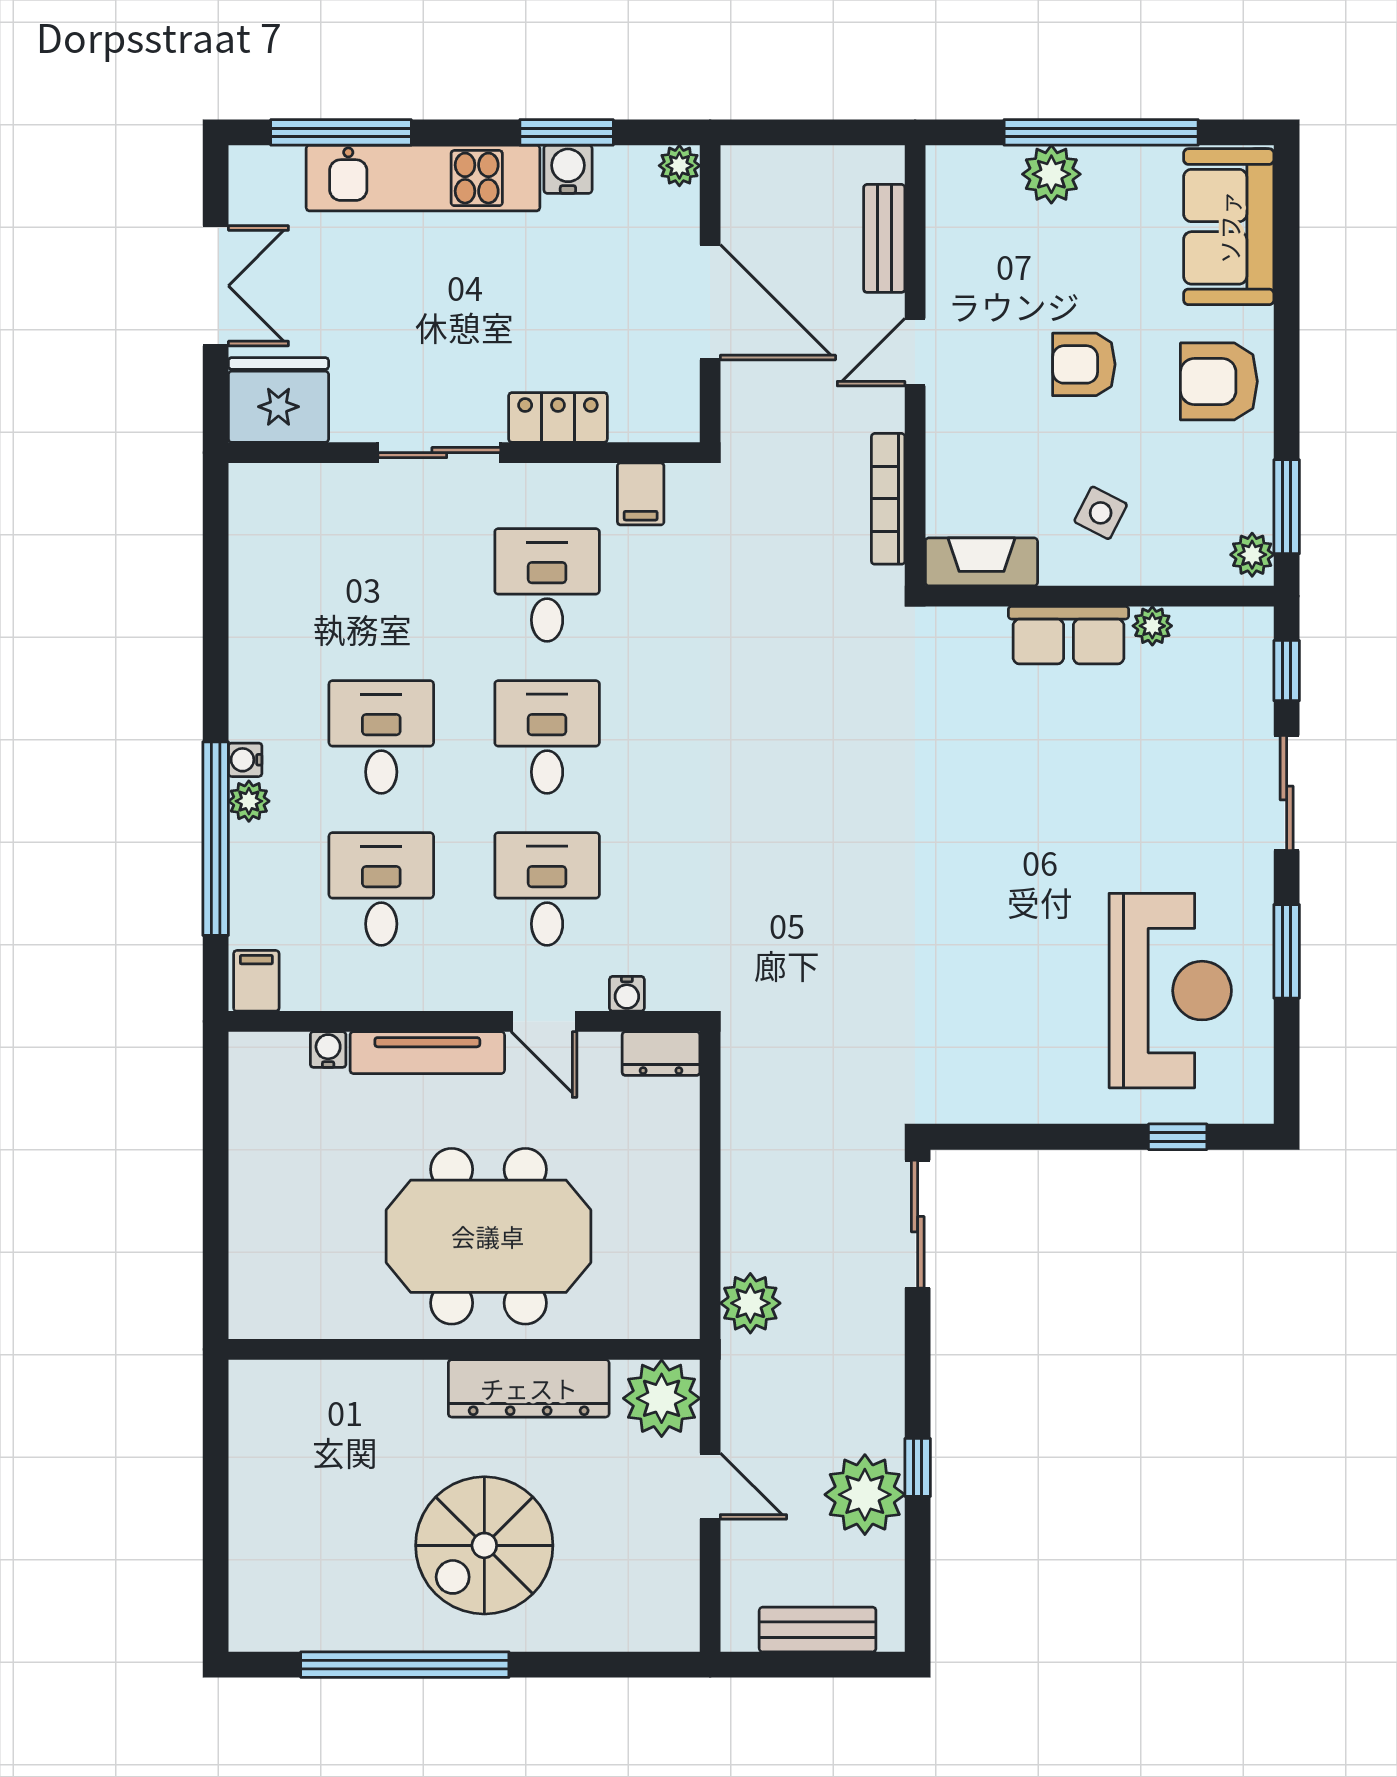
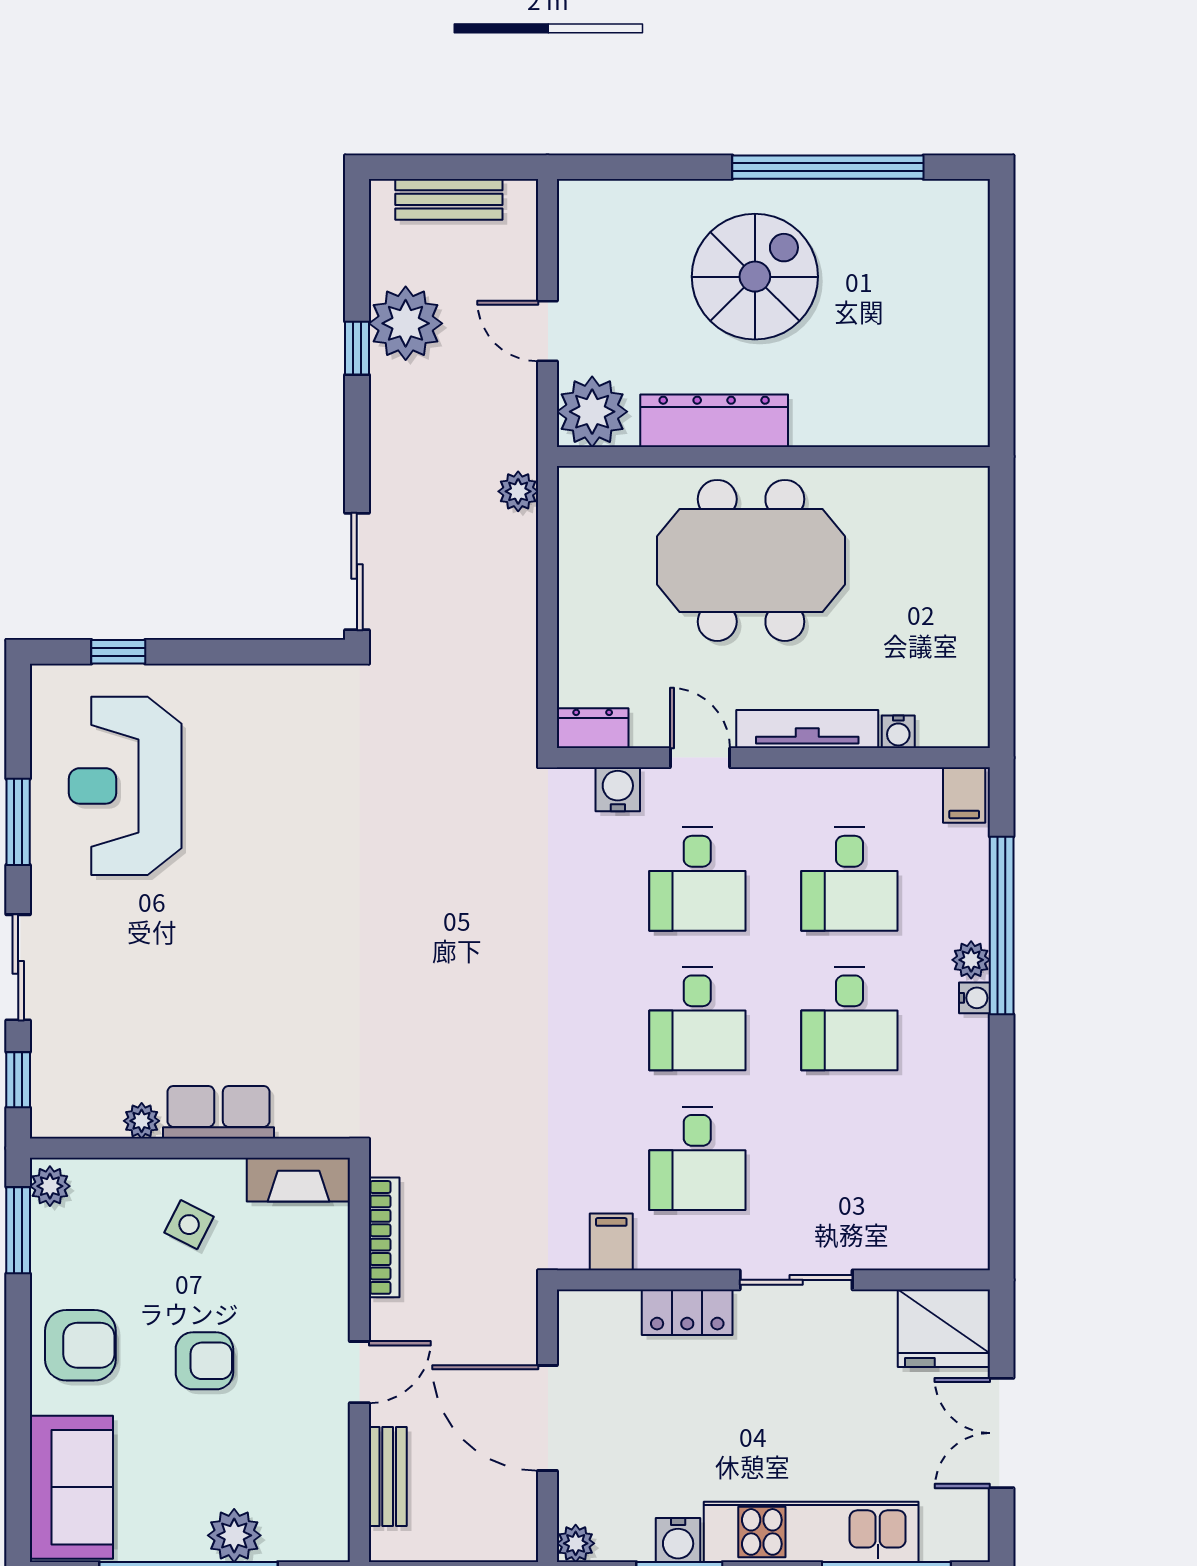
water cooler: (627, 994) -> (618, 789), width x1.38, depth x1.38
plant: (750, 1303) -> (518, 491), width x0.73, depth x0.73

